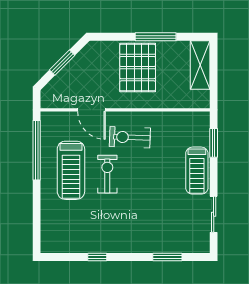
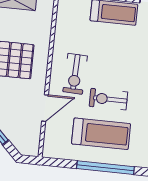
window: (37, 150) -> (105, 168), moved

